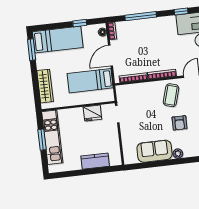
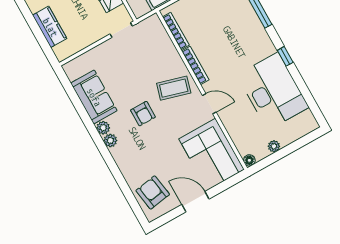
armchair: (179, 123) -> (143, 114), turned -90
plant: (188, 152) -> (110, 140), added

